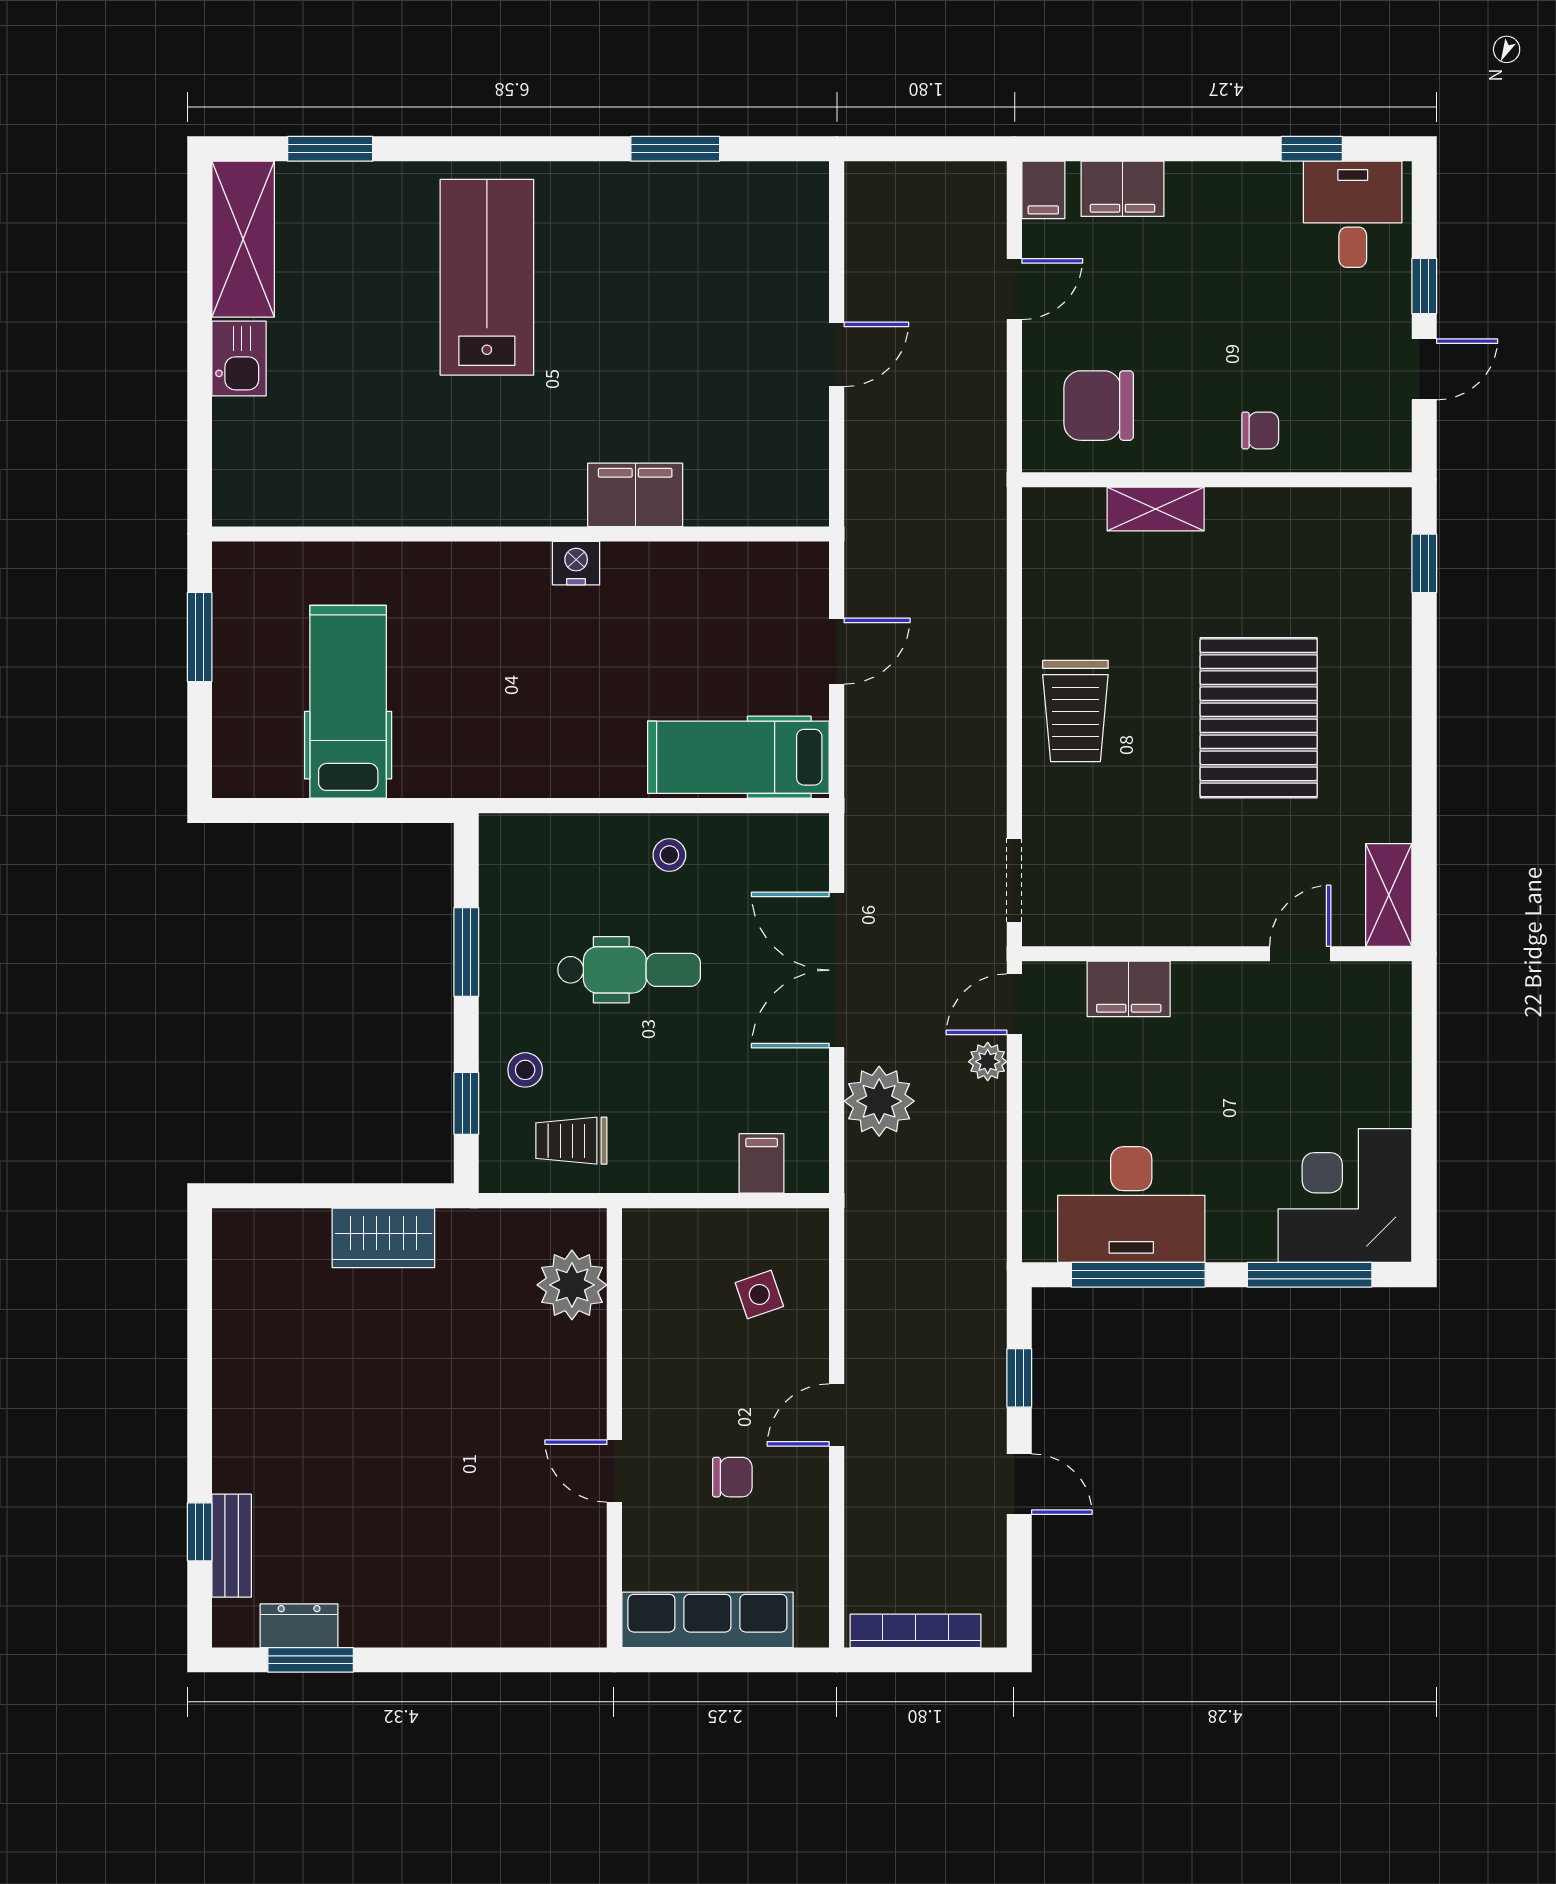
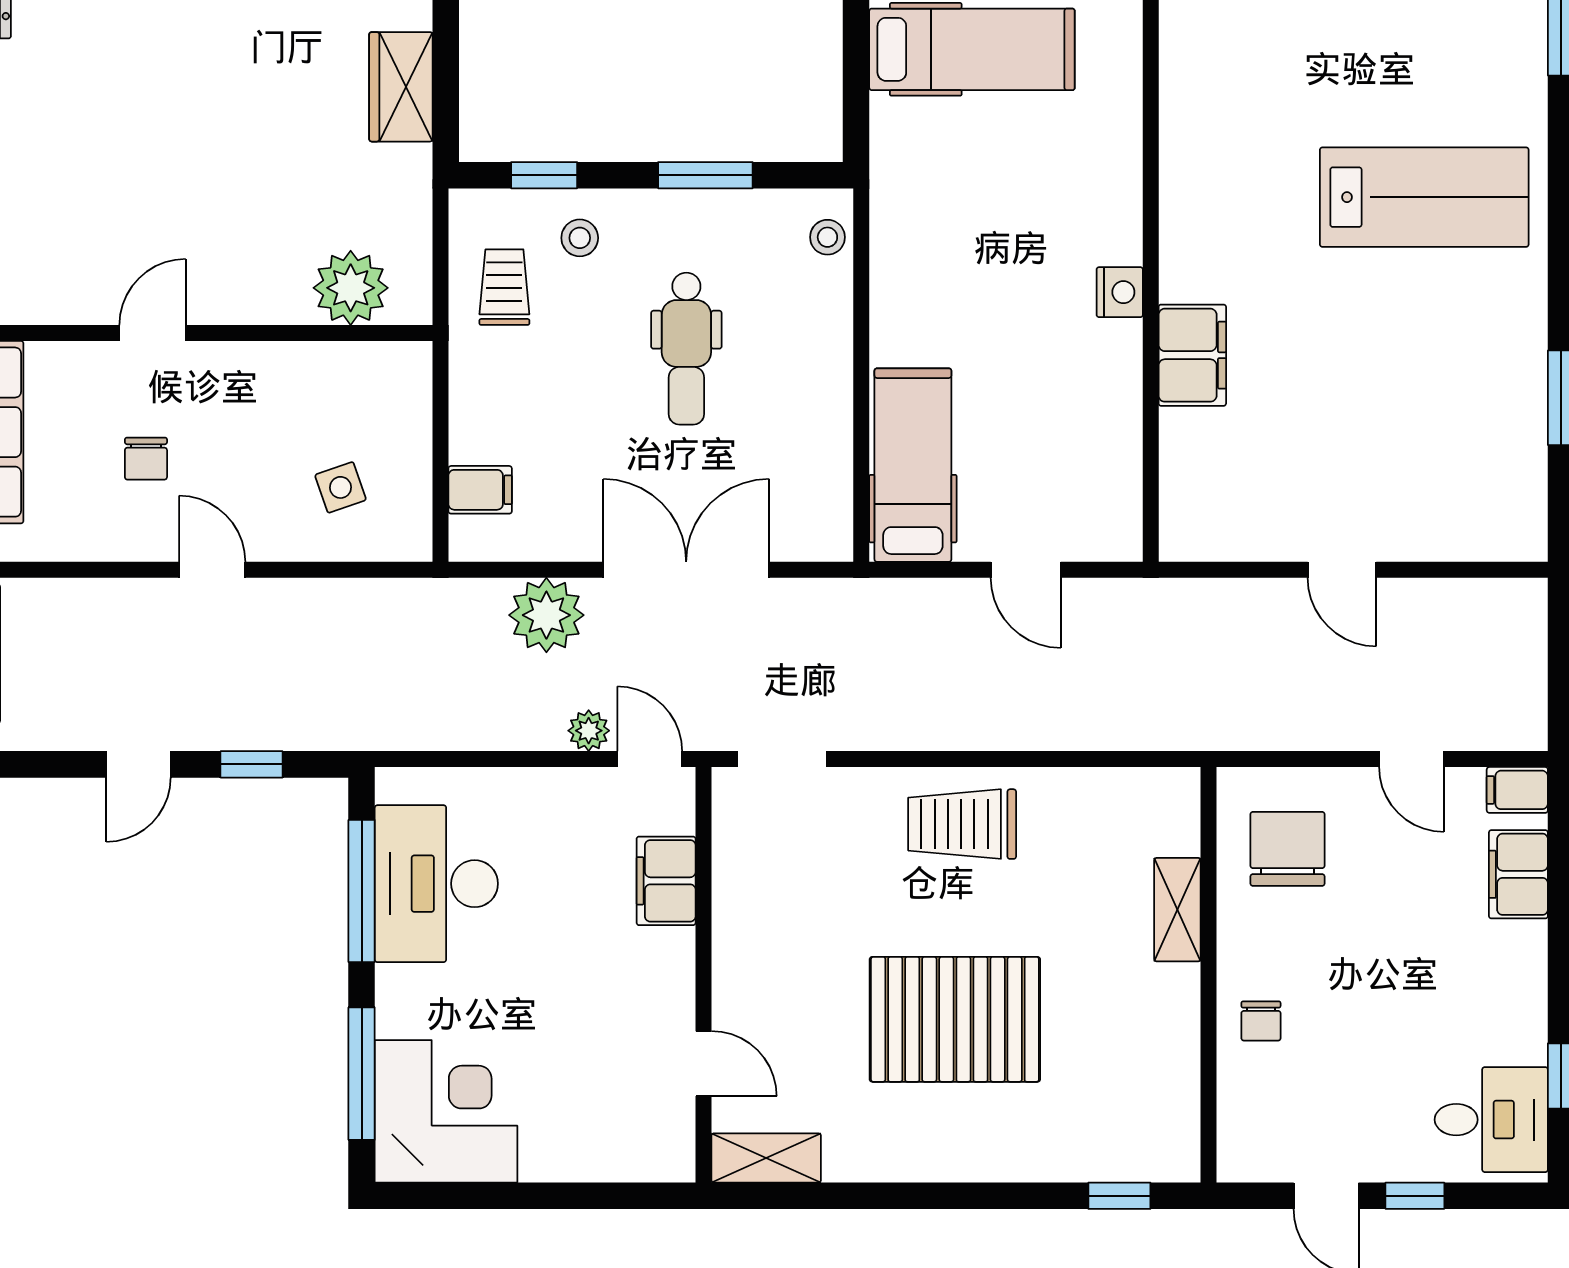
stool: (669, 855) -> (827, 237), moved

